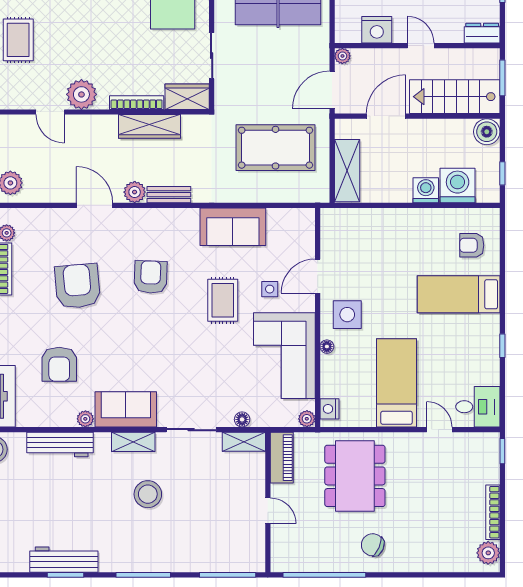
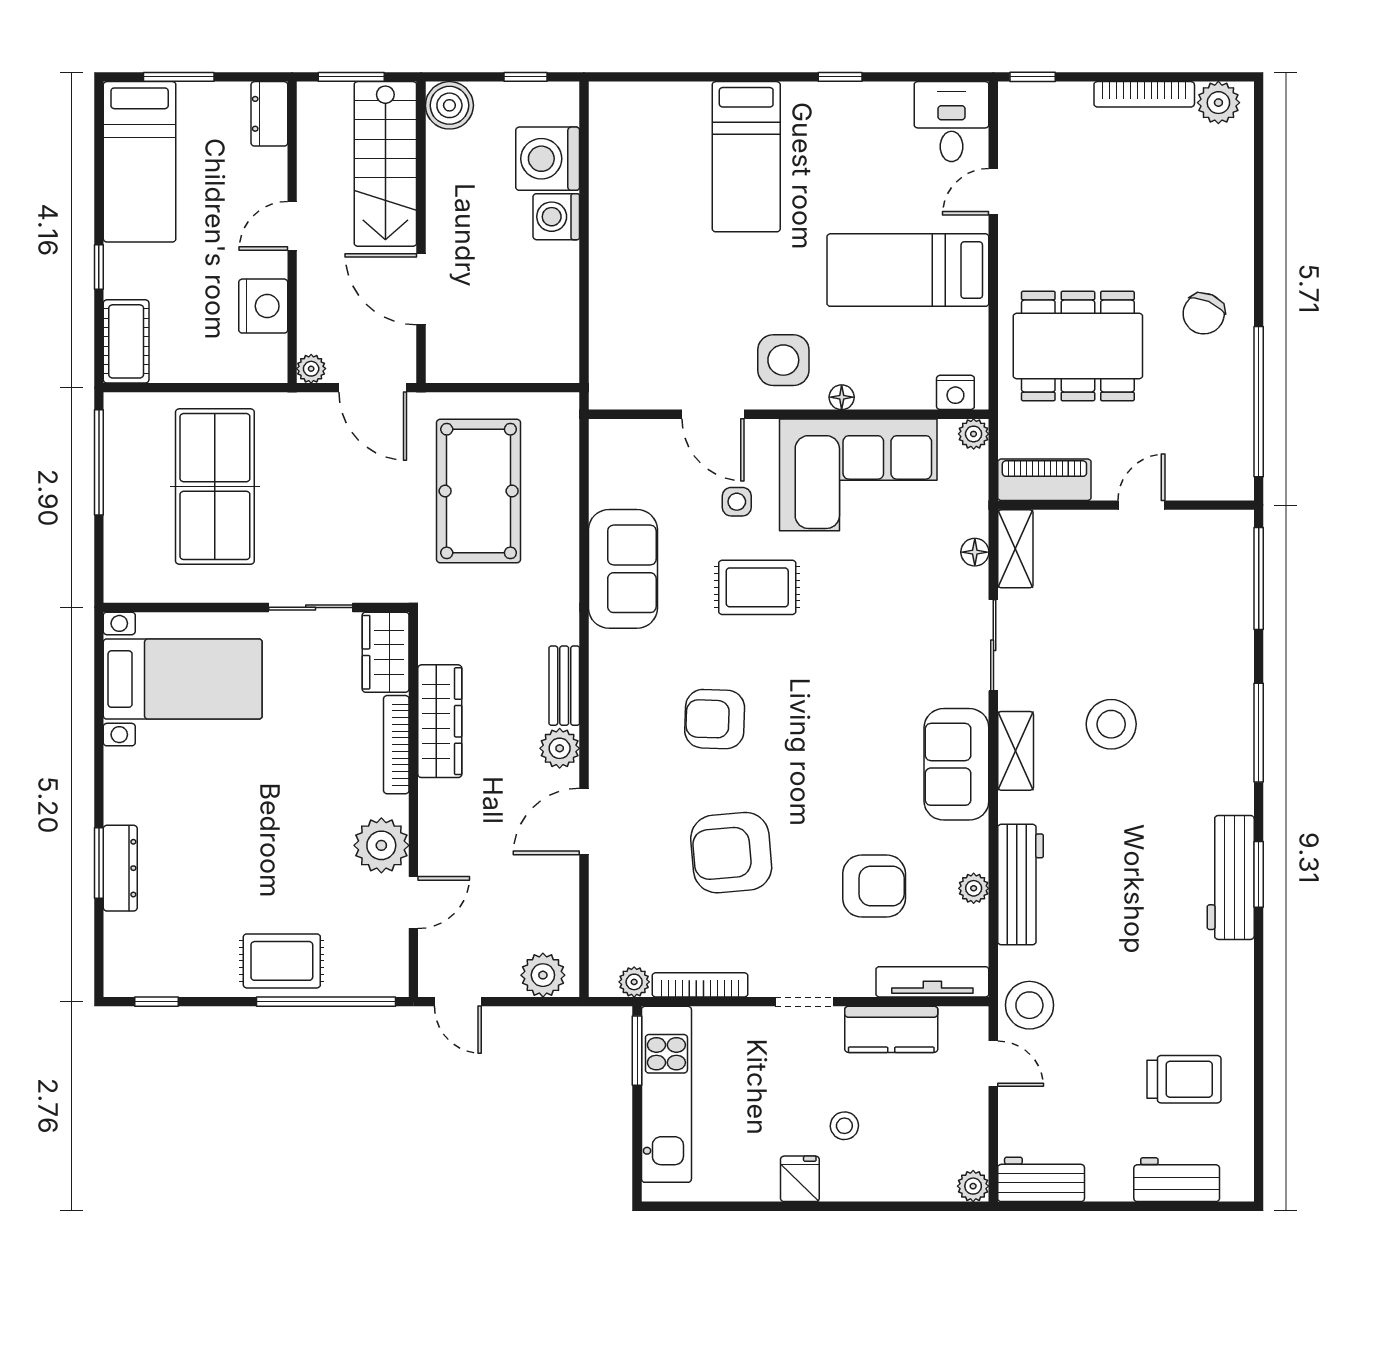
shelving: (347, 171) -> (521, 360), removed
armchair: (472, 245) -> (657, 133), removed
plant: (85, 419) -> (974, 888), moved

